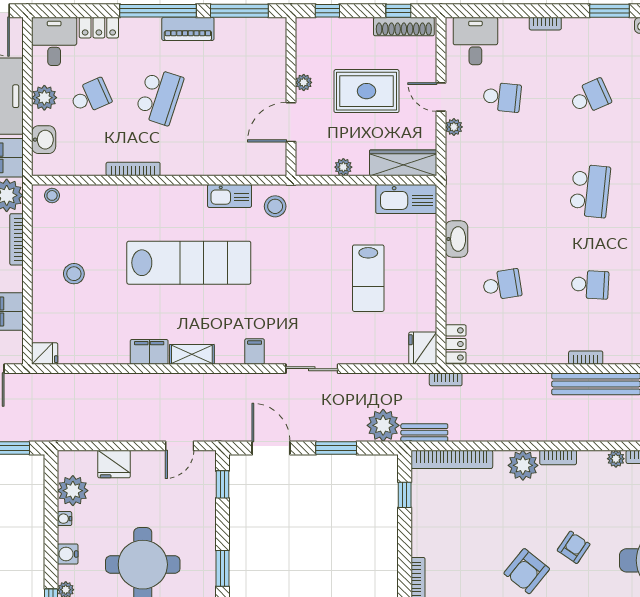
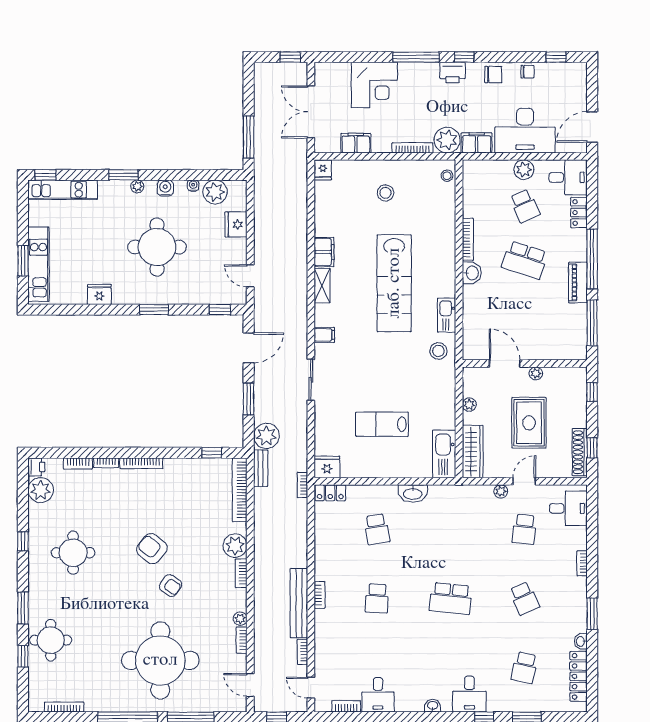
washbasin: (44, 140) -> (472, 273), moved, turned -90

